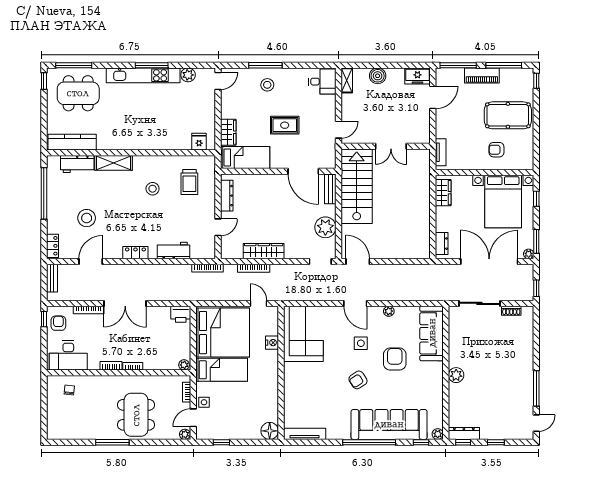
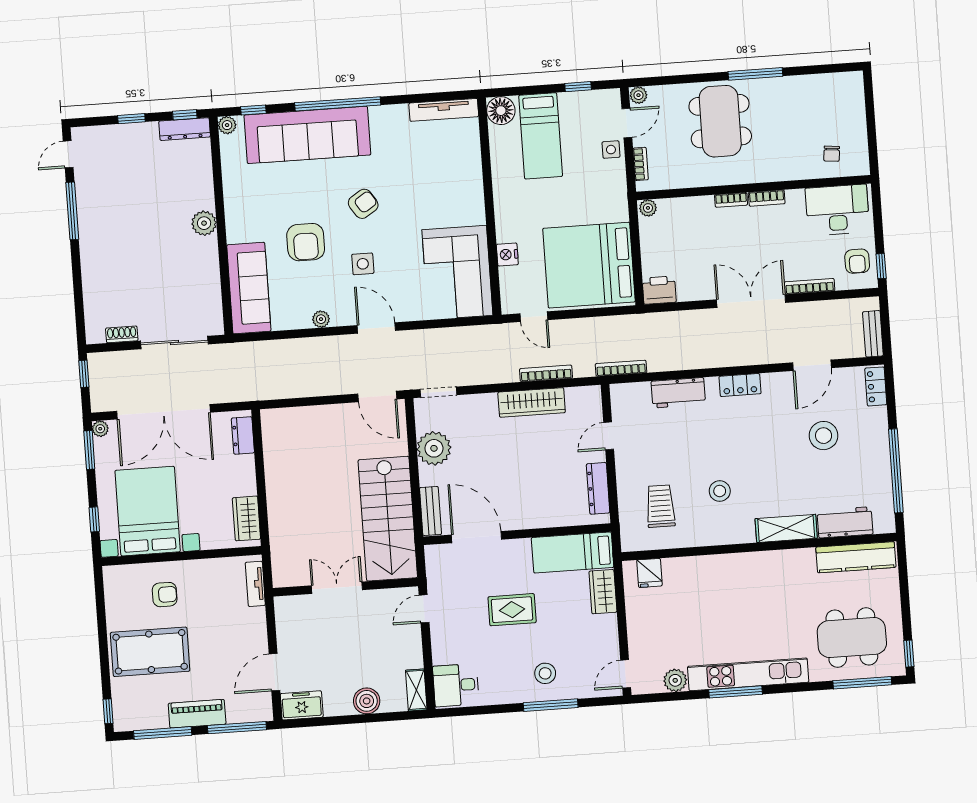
bed: (222, 370) -> (541, 136), moved, turned -90

